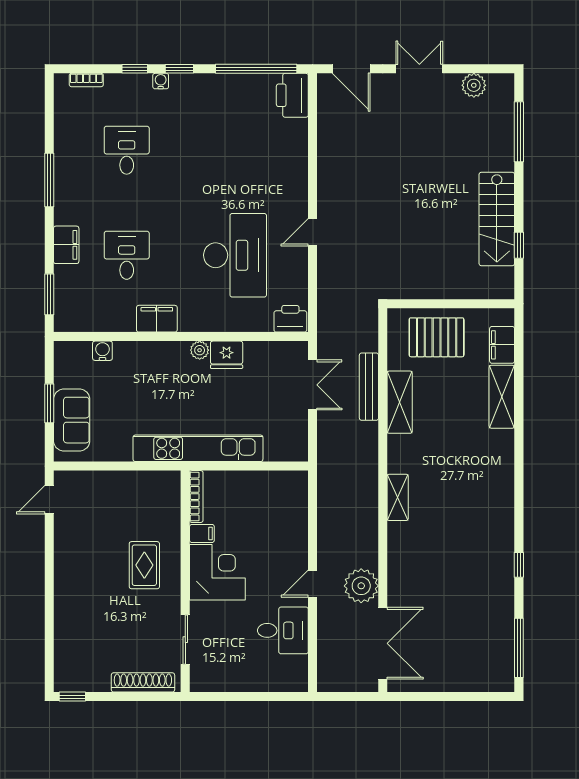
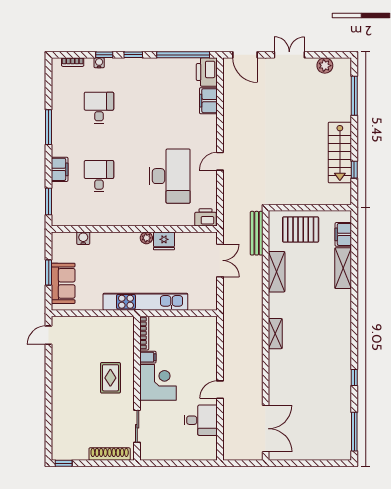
water cooler: (161, 81) -> (99, 63), moved
filing cabinet: (157, 319) -> (208, 101), moved, turned -90
bench: (369, 387) -> (257, 233), moved
plant: (361, 586) -> (252, 391), removed

